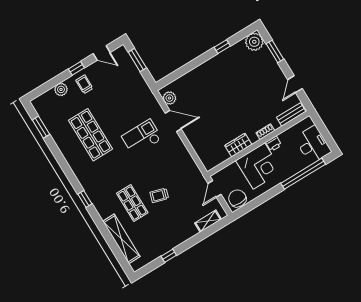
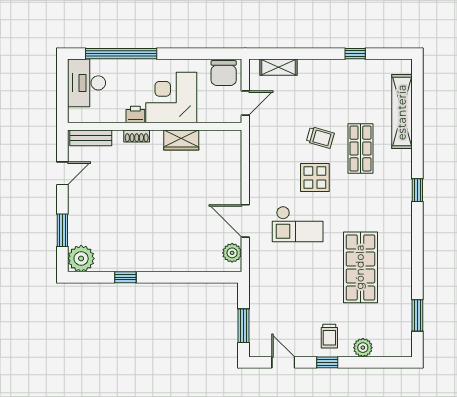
display table: (148, 170) -> (315, 178), added

